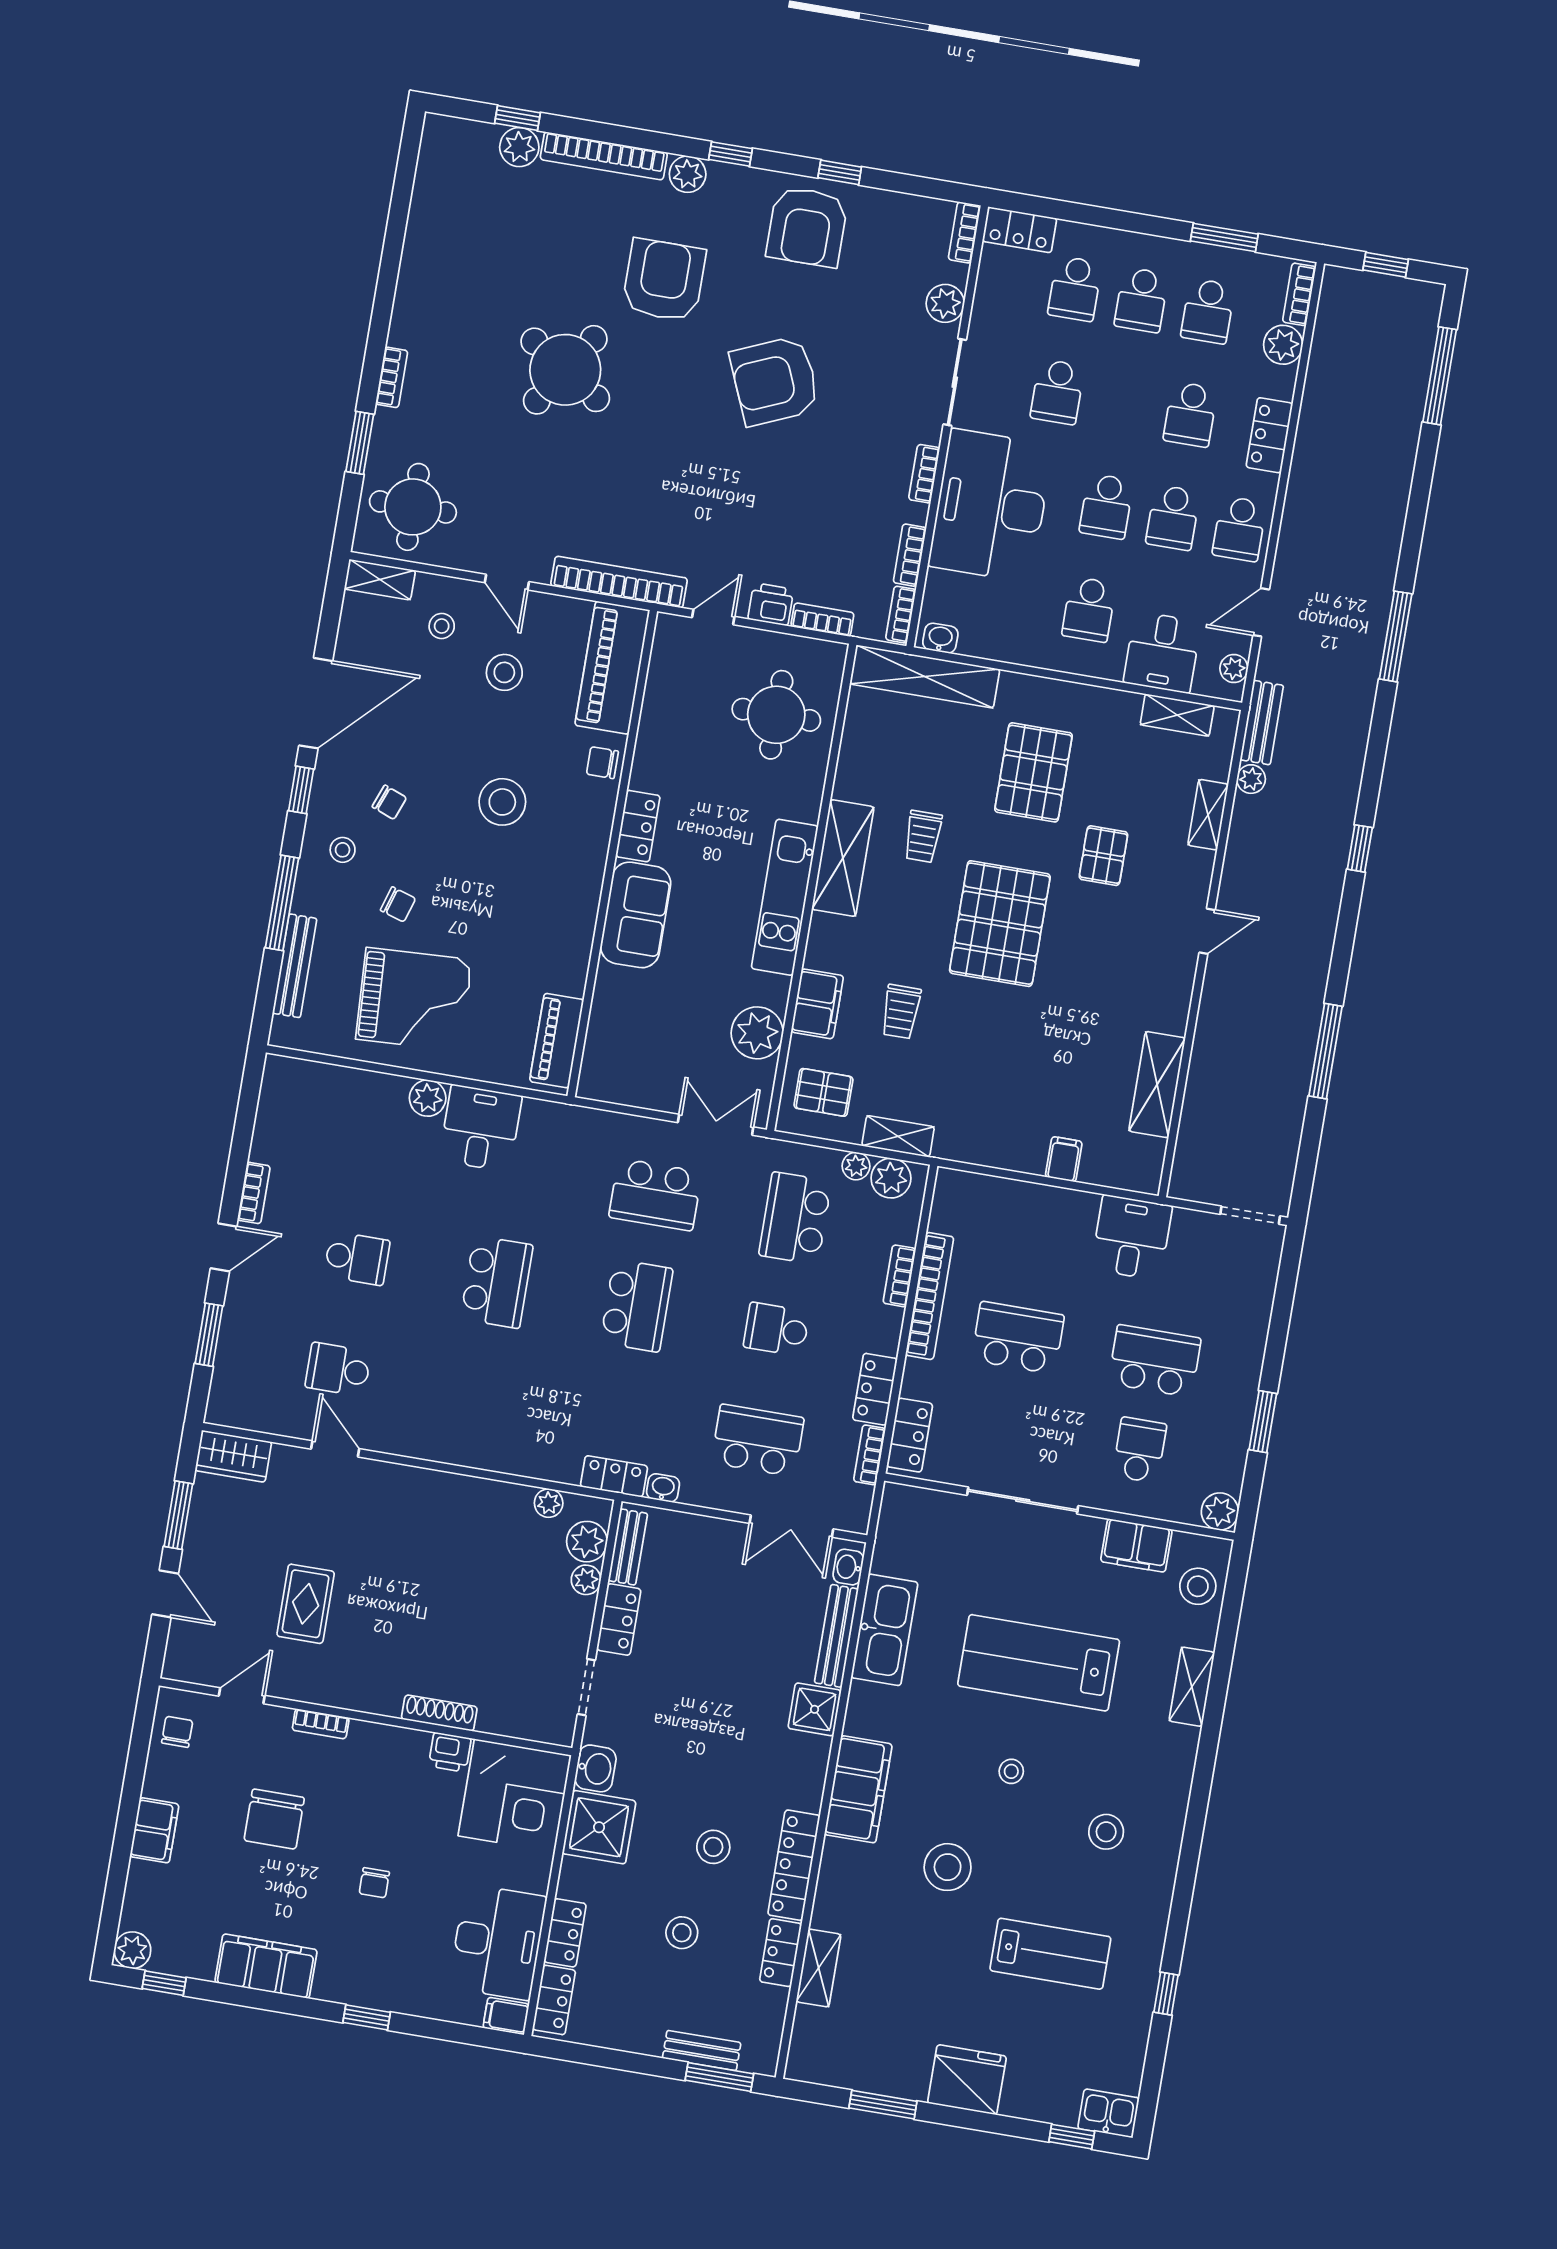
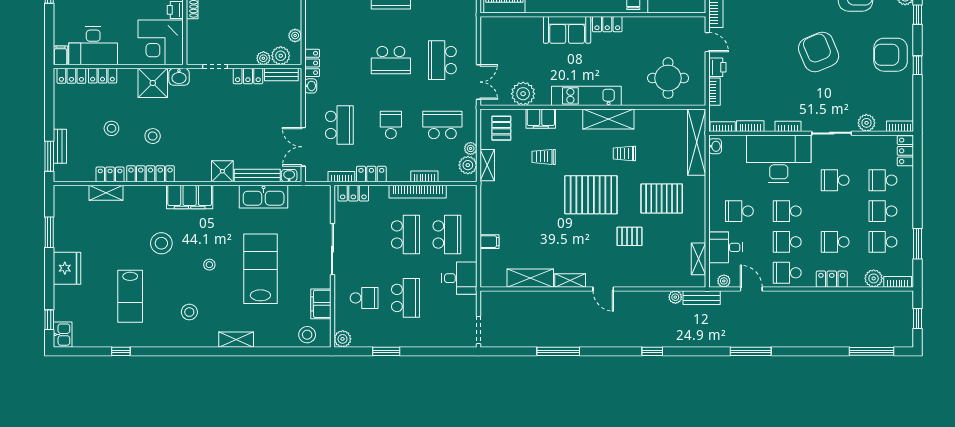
shelving: (1208, 815) -> (570, 280), moved
school desk: (1033, 1249) -> (447, 235), added
shelving: (1192, 1687) -> (236, 340), moved

